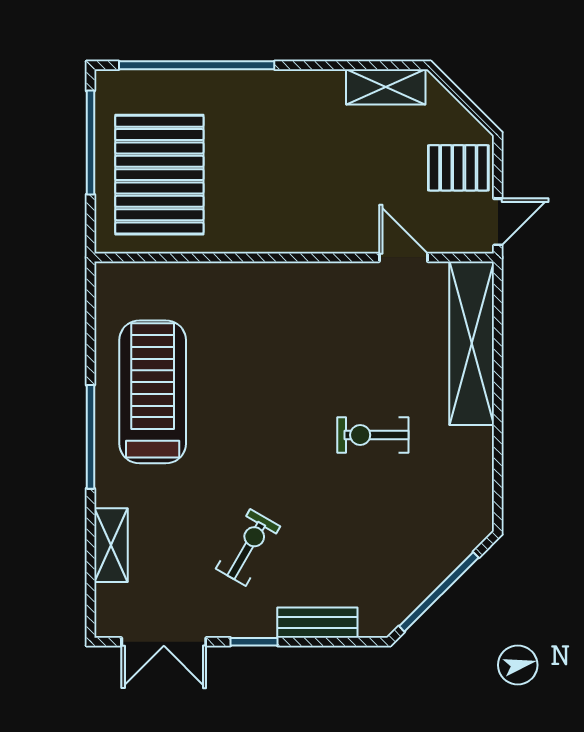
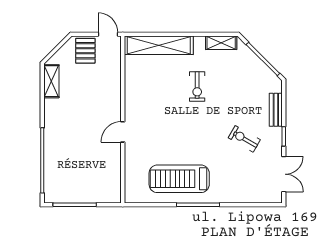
pallet: (159, 175) -> (88, 176), removed
door: (403, 257) -> (123, 132), moved
shelving: (111, 545) -> (221, 43), moved

